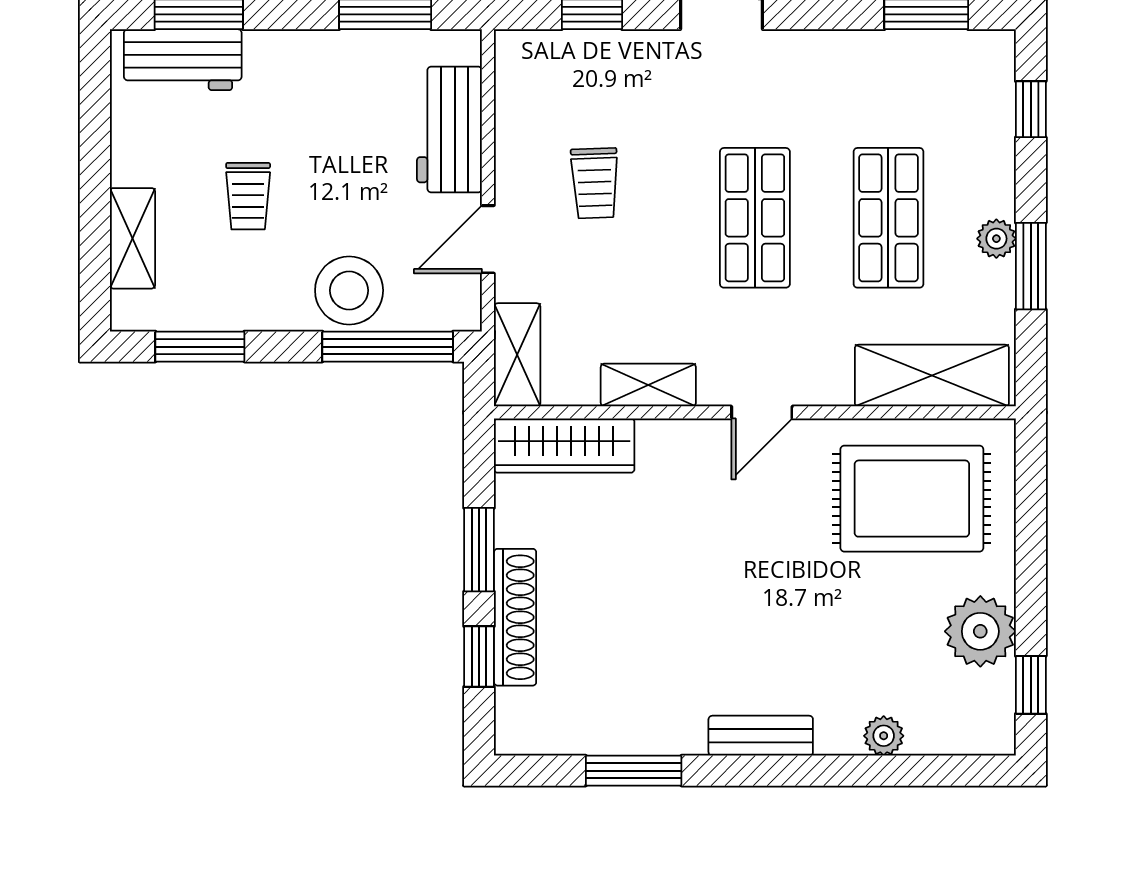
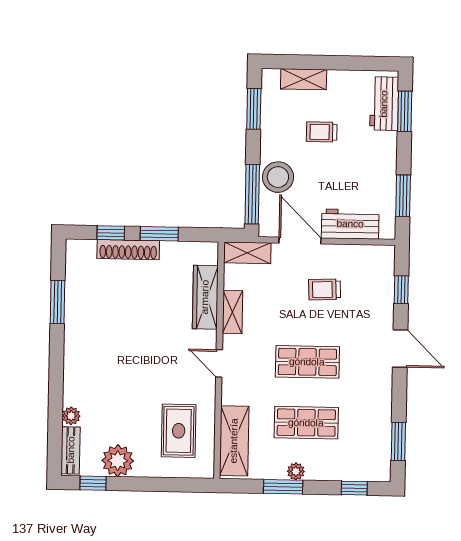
door: (488, 239) -> (300, 241), width x1.38
wardrobe: (564, 446) -> (205, 297), moved
rug: (912, 499) -> (179, 431), width x0.73, depth x0.70
bench: (761, 736) -> (71, 450), moved

